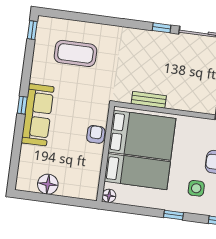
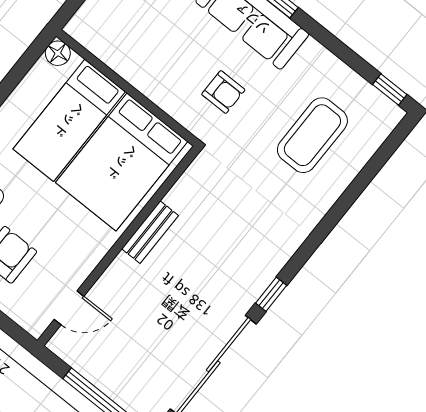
bench: (149, 100) -> (150, 232), moved
armchair: (96, 134) -> (223, 92), moved

